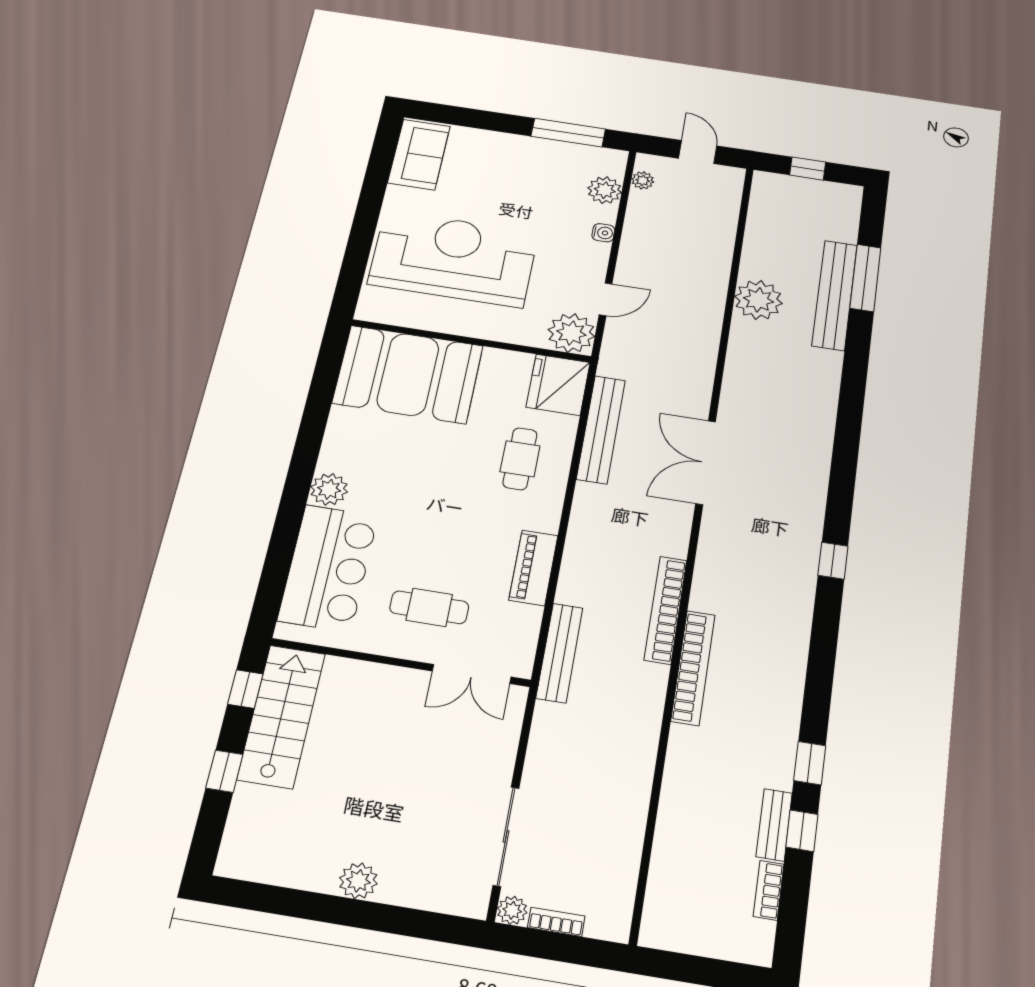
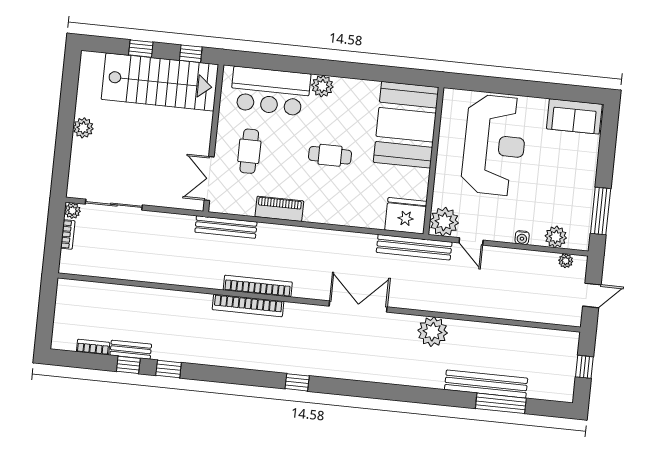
plant: (758, 300) -> (433, 332), moved
bench: (601, 429) -> (414, 247), moved
cafe table: (520, 459) -> (330, 155), moved
bookcase: (693, 668) -> (248, 305), moved
stairs: (281, 716) -> (160, 82), width x1.36, depth x1.51

